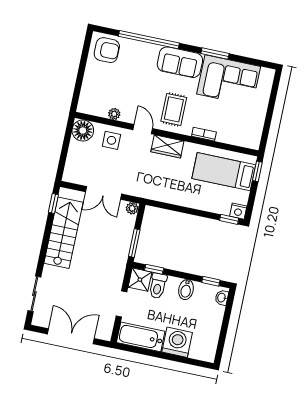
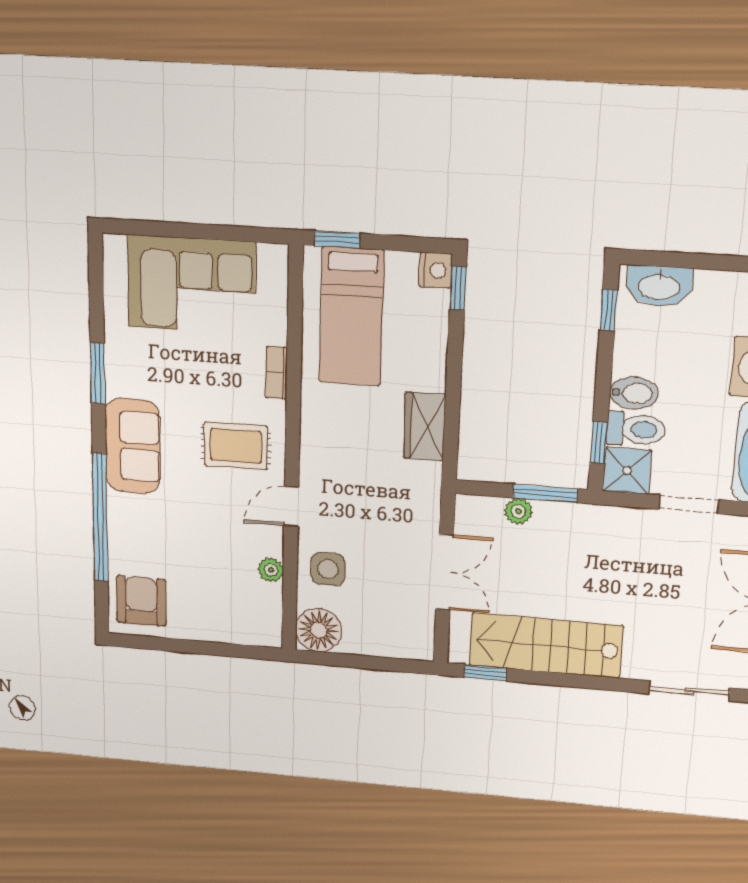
corner sofa: (229, 80) -> (192, 284), moved, turned 90
wardrobe: (167, 146) -> (425, 426), moved, turned 180
plant: (132, 208) -> (518, 511), moved
bidet: (186, 290) -> (634, 393), moved
washbasin: (222, 298) -> (659, 286), width x1.91, depth x1.45

